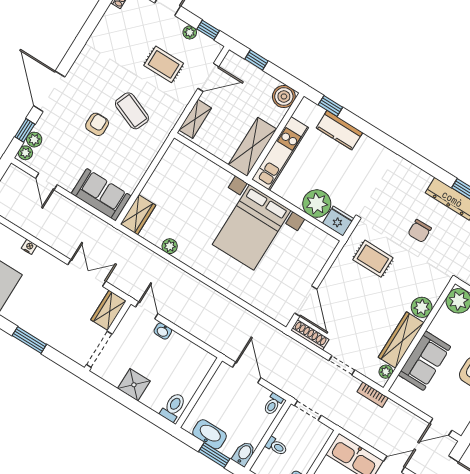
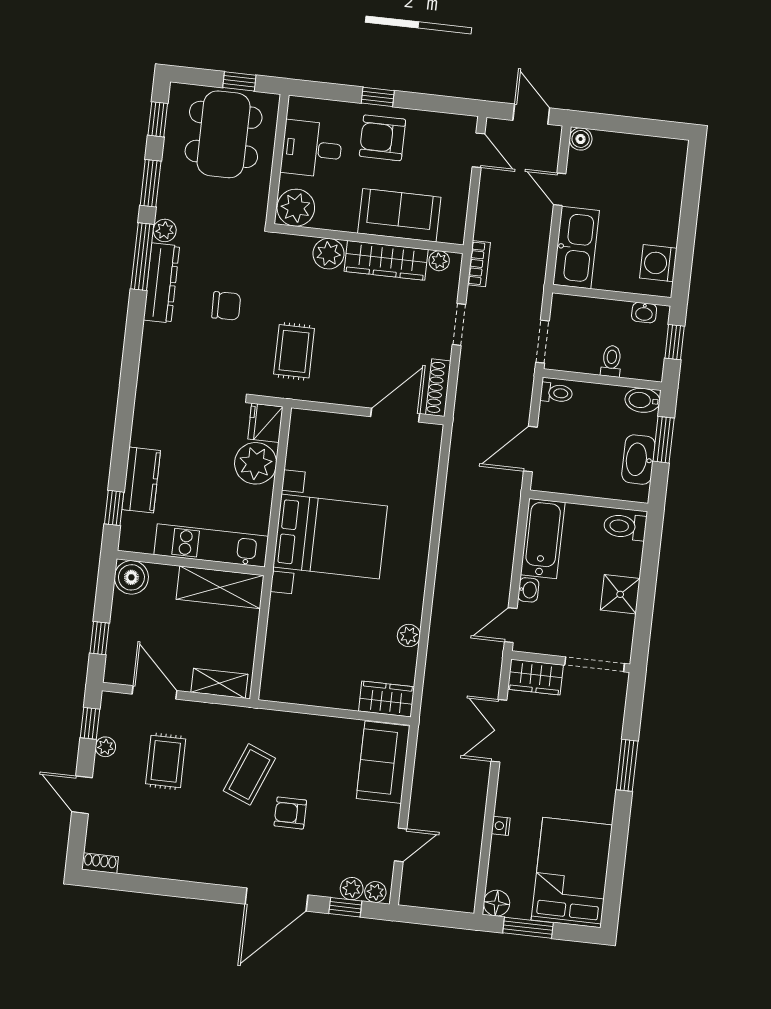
bathtub: (190, 354) -> (543, 539), added

